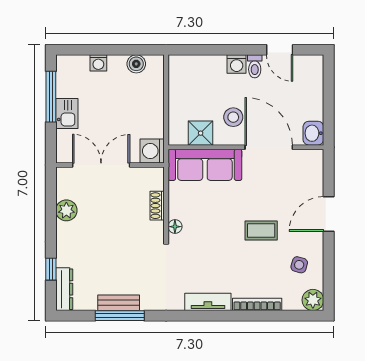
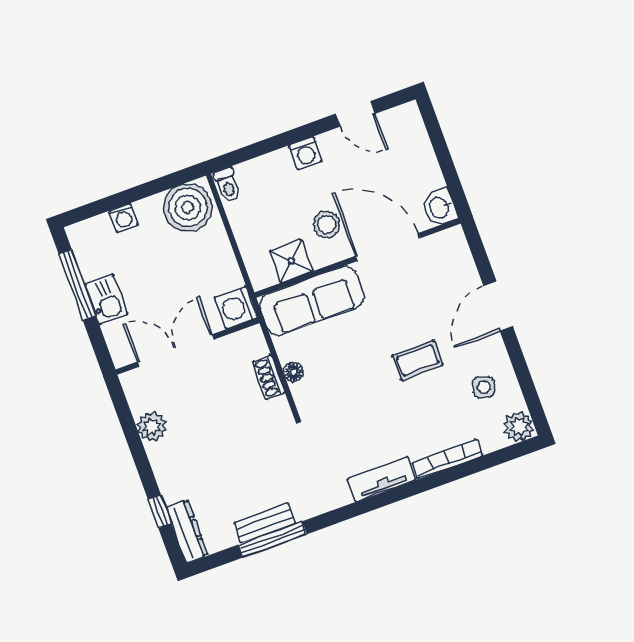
boiler: (136, 64) -> (188, 207), width x1.86, depth x1.86
toilet: (255, 66) -> (227, 185), moved
floor lamp: (175, 227) -> (294, 372), moved

